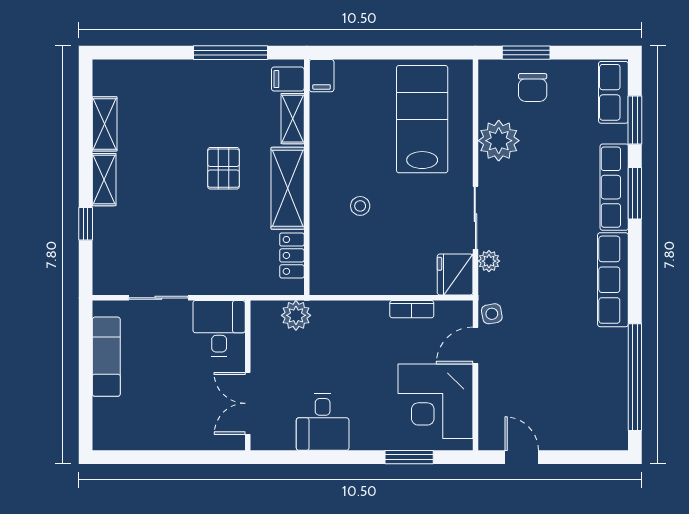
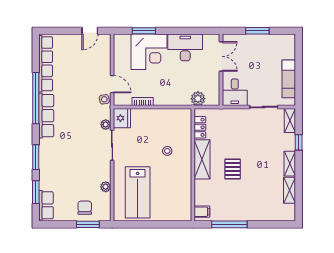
filing cabinet: (322, 76) -> (186, 213), removed
shelving: (293, 119) -> (290, 120), moved
plant: (499, 141) -> (106, 187), width x0.53, depth x0.53
row of seats: (614, 187) -> (46, 64), moved, width x1.36
door: (475, 345) -> (112, 84), hinge flipped
window: (635, 377) -> (36, 98), moved
corner desk: (435, 401) -> (149, 52), moved, turned 90
desk: (323, 422) -> (185, 47), width x1.37
window: (172, 457) -> (257, 31), added
door: (522, 457) -> (90, 31), hinge flipped

